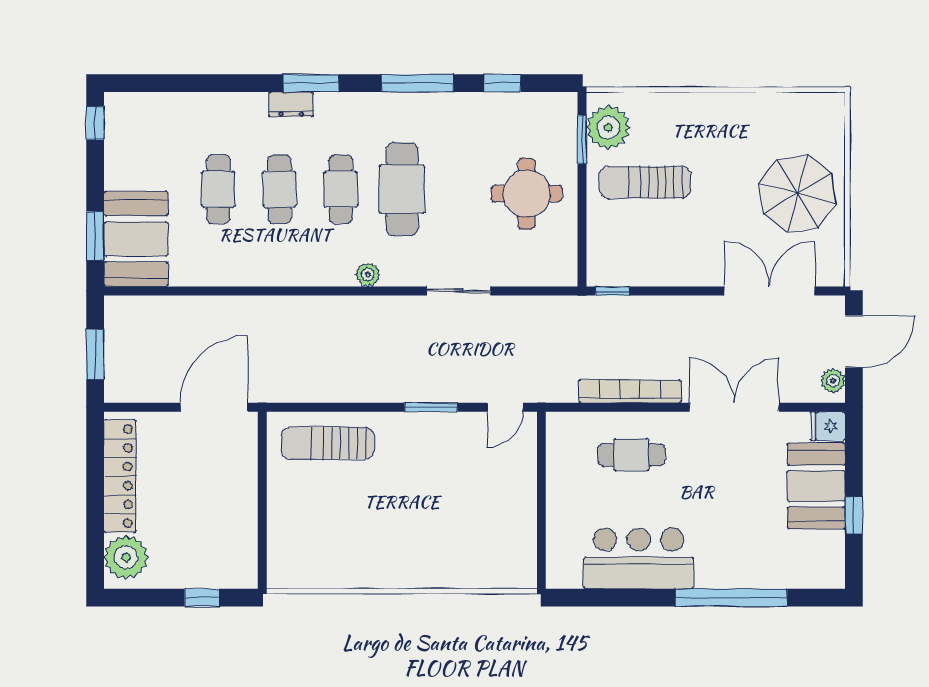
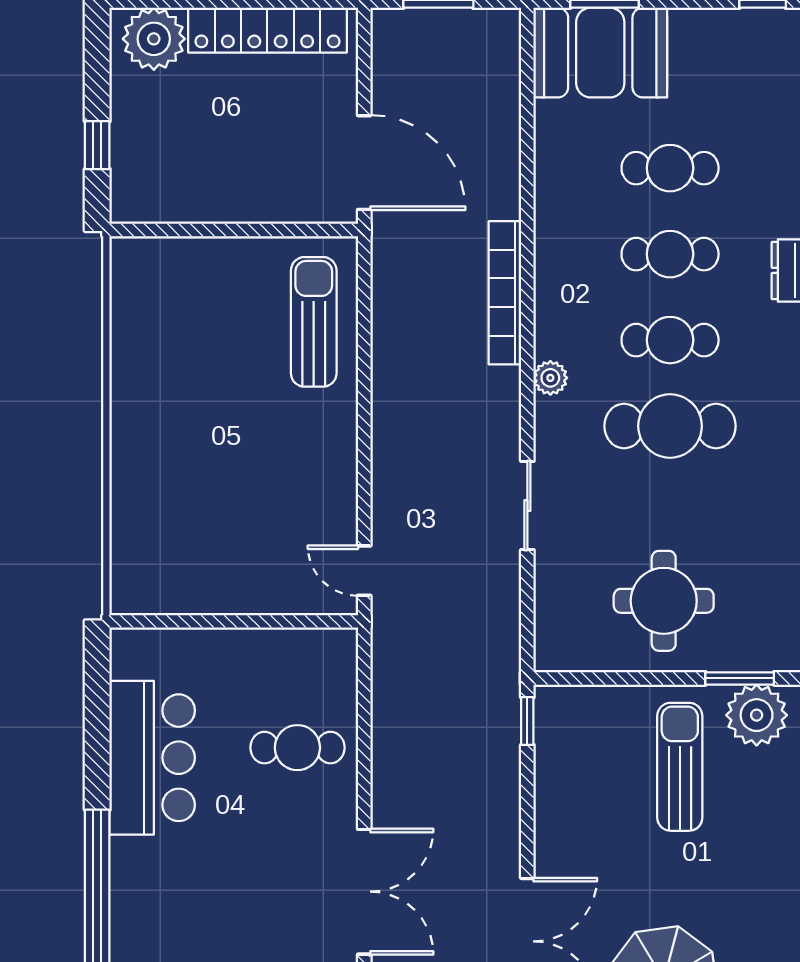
bookcase: (630, 391) -> (505, 293), moved, turned 180
window: (431, 407) -> (364, 467), removed
cafe table: (631, 455) -> (297, 748), turned 90

